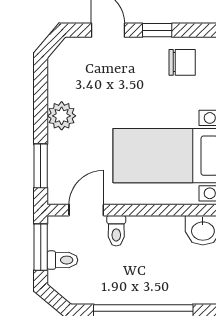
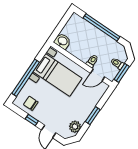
plant: (62, 116) -> (75, 127), moved
window: (41, 166) -> (93, 116), moved

